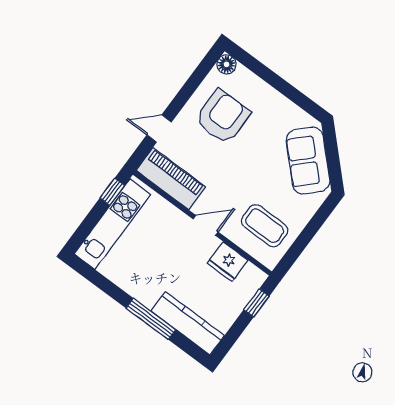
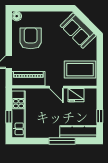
window: (112, 192) -> (9, 117), moved
door: (206, 225) -> (56, 87), swing flipped
coffee table: (265, 226) -> (80, 70), width x1.36, depth x1.32
window: (256, 303) -> (100, 116), moved

